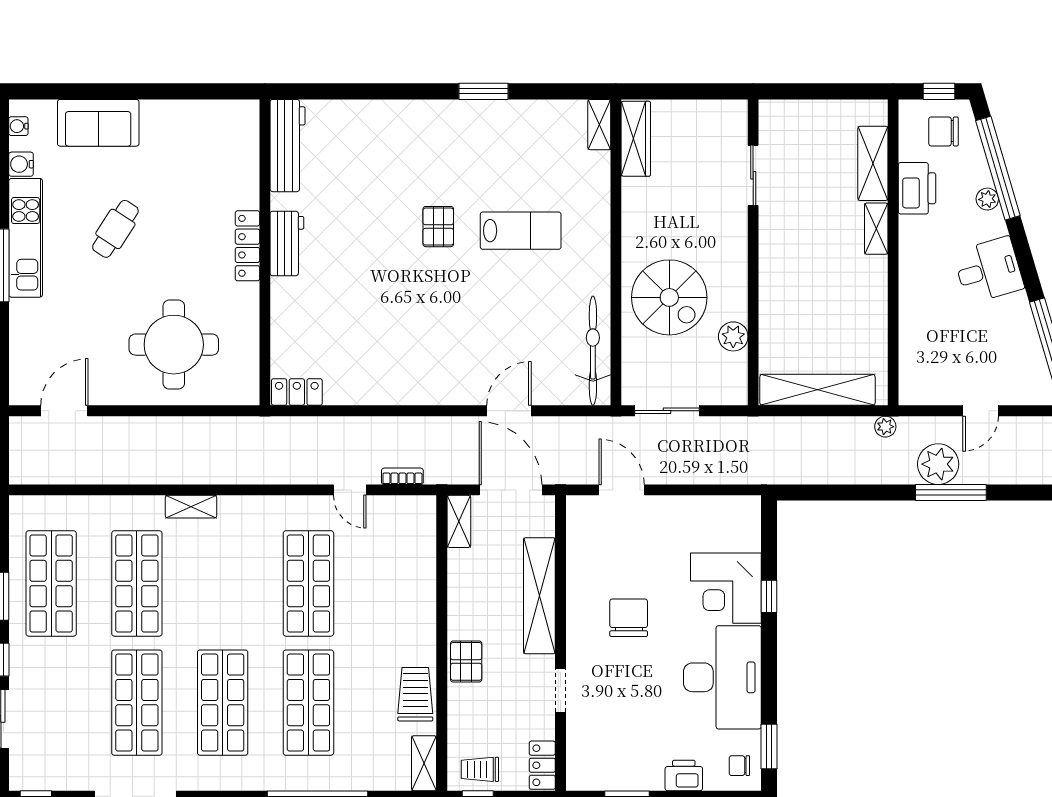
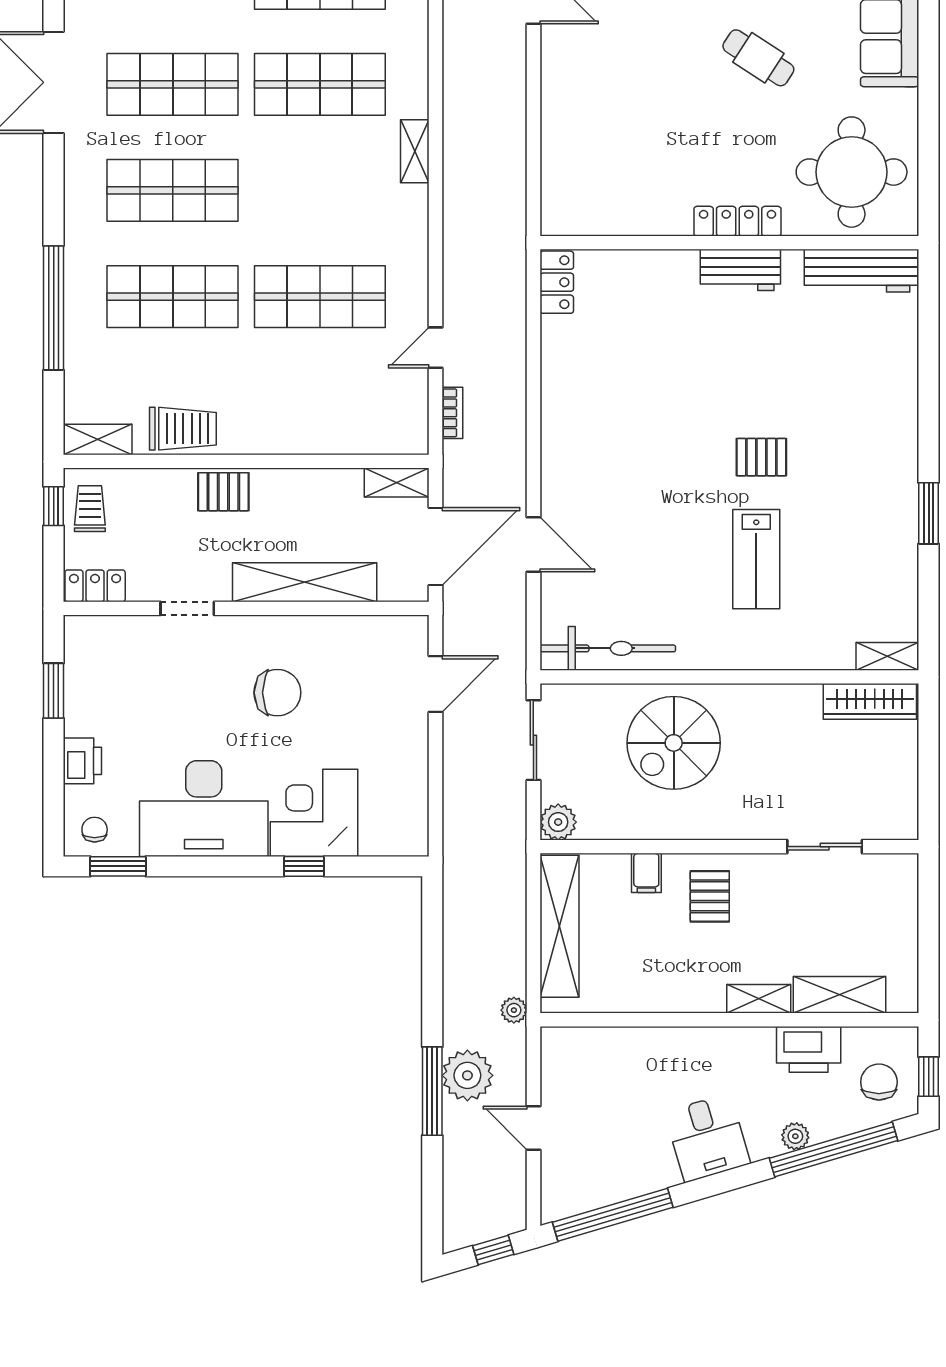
pallet: (793, 268) -> (710, 896), added
filing cabinet: (774, 319) -> (646, 873), added
plant: (733, 336) -> (558, 822), moved
round table: (174, 345) -> (852, 172), moved

